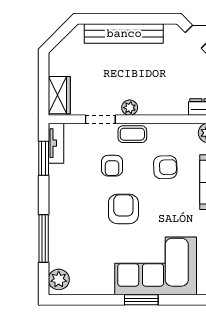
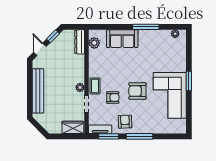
armchair: (165, 167) -> (125, 122), moved
window: (44, 239) -> (139, 136), moved
corner sofa: (156, 266) -> (170, 95), moved
plant: (59, 279) -> (177, 128), removed

